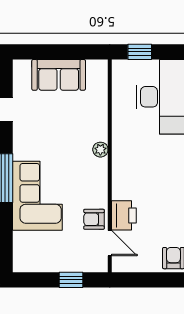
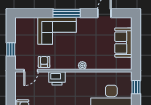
printer: (124, 215) -> (57, 78), moved

